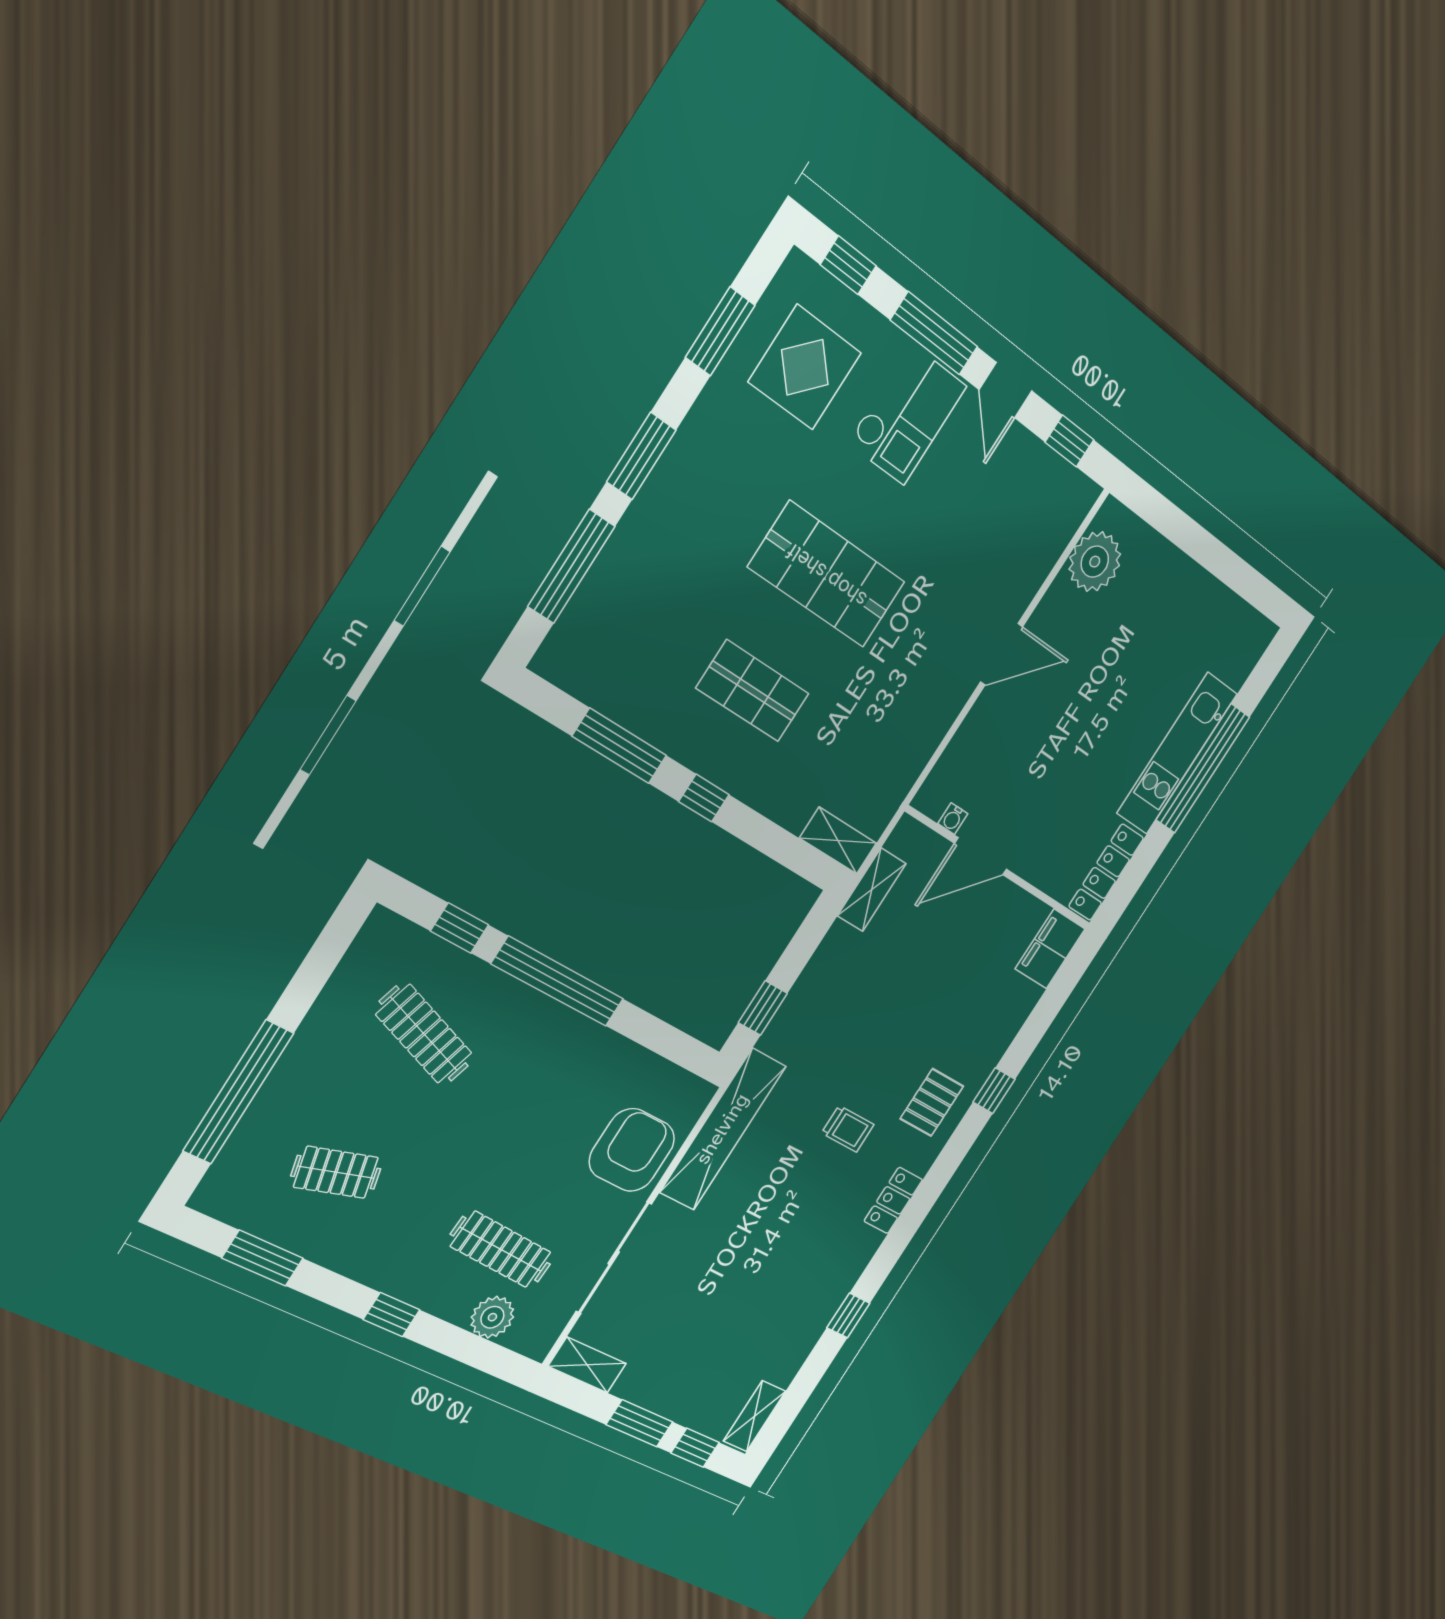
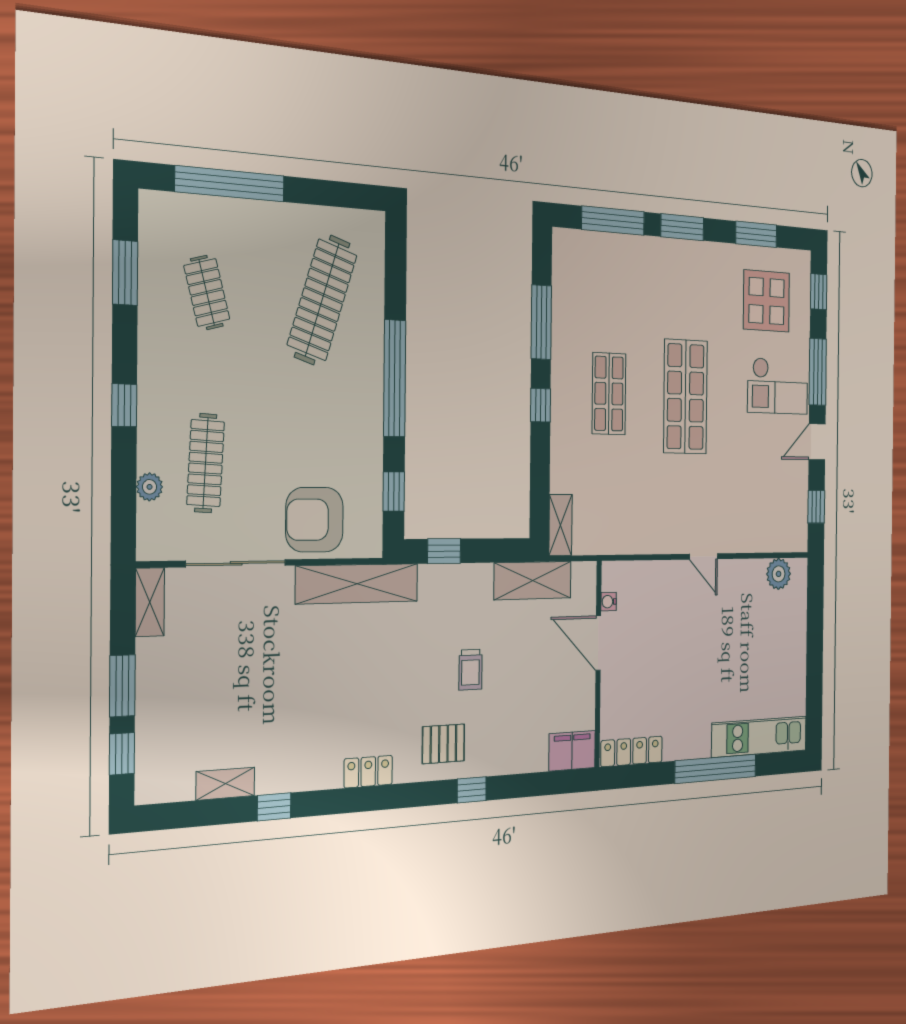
plant: (1095, 562) -> (779, 574), width x0.73, depth x0.73
door: (1002, 654) -> (704, 556), width x0.73
kitchen unit: (1177, 753) -> (759, 737), moved
shelving: (872, 890) -> (533, 580), width x1.50, depth x1.33
window: (460, 928) -> (394, 491), moved
clothes rail: (424, 1034) -> (322, 300), width x1.37, depth x1.31
trolley: (848, 1129) -> (470, 670), moved
armchair: (632, 1150) -> (314, 520), turned 180
plant: (492, 1317) -> (150, 487), width x0.73, depth x0.73
shelving: (755, 1416) -> (225, 784), moved

